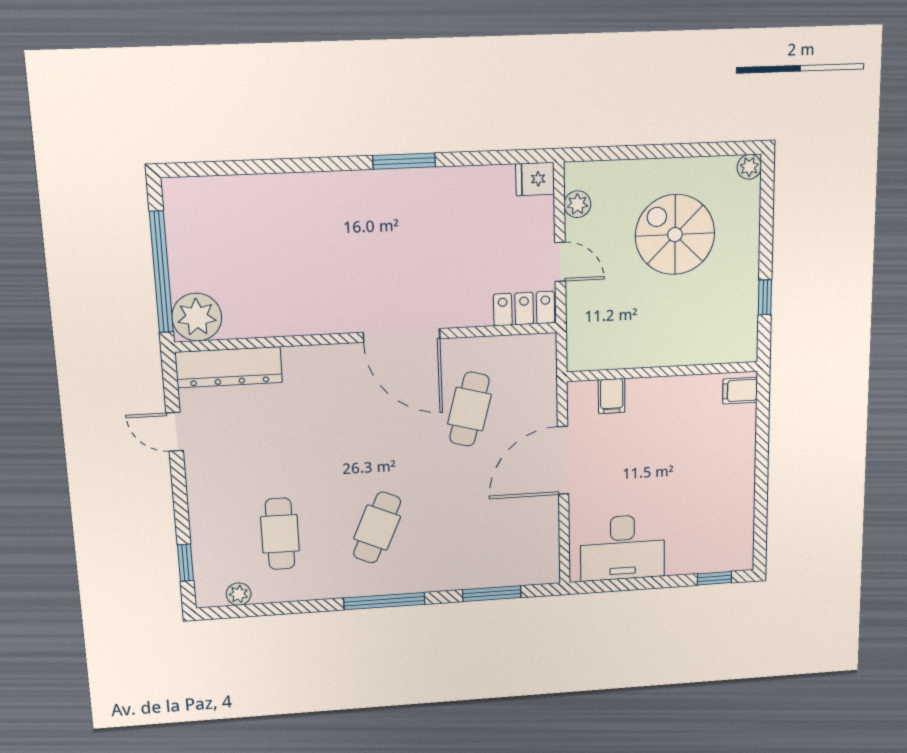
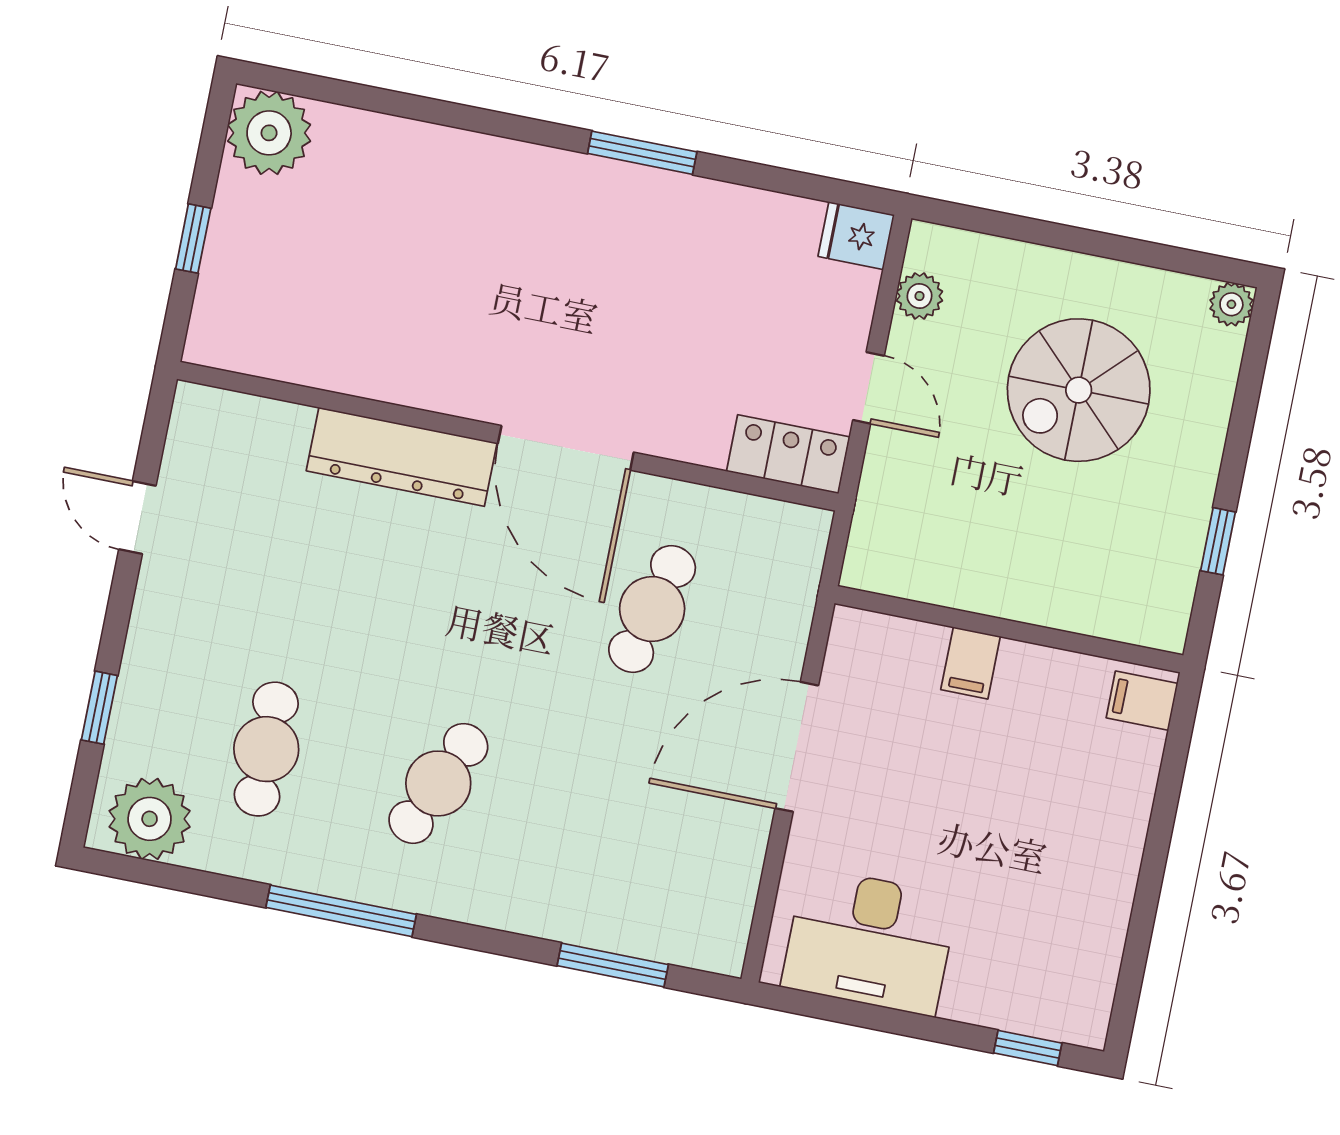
spiral stairs: (675, 235) -> (1079, 390), turned -90
window: (161, 272) -> (193, 239), width x0.32
plant: (197, 317) -> (269, 133), moved
dresser: (229, 367) -> (402, 457), moved
filing cabinet: (612, 396) -> (971, 663), moved
window: (186, 563) -> (99, 708), moved
plant: (239, 594) -> (150, 819), width x1.88, depth x1.88
window: (384, 601) -> (341, 911), moved

